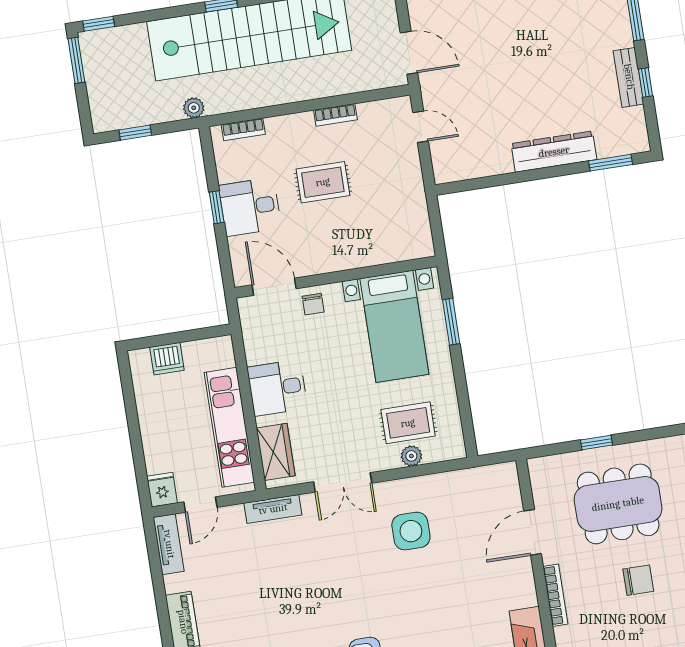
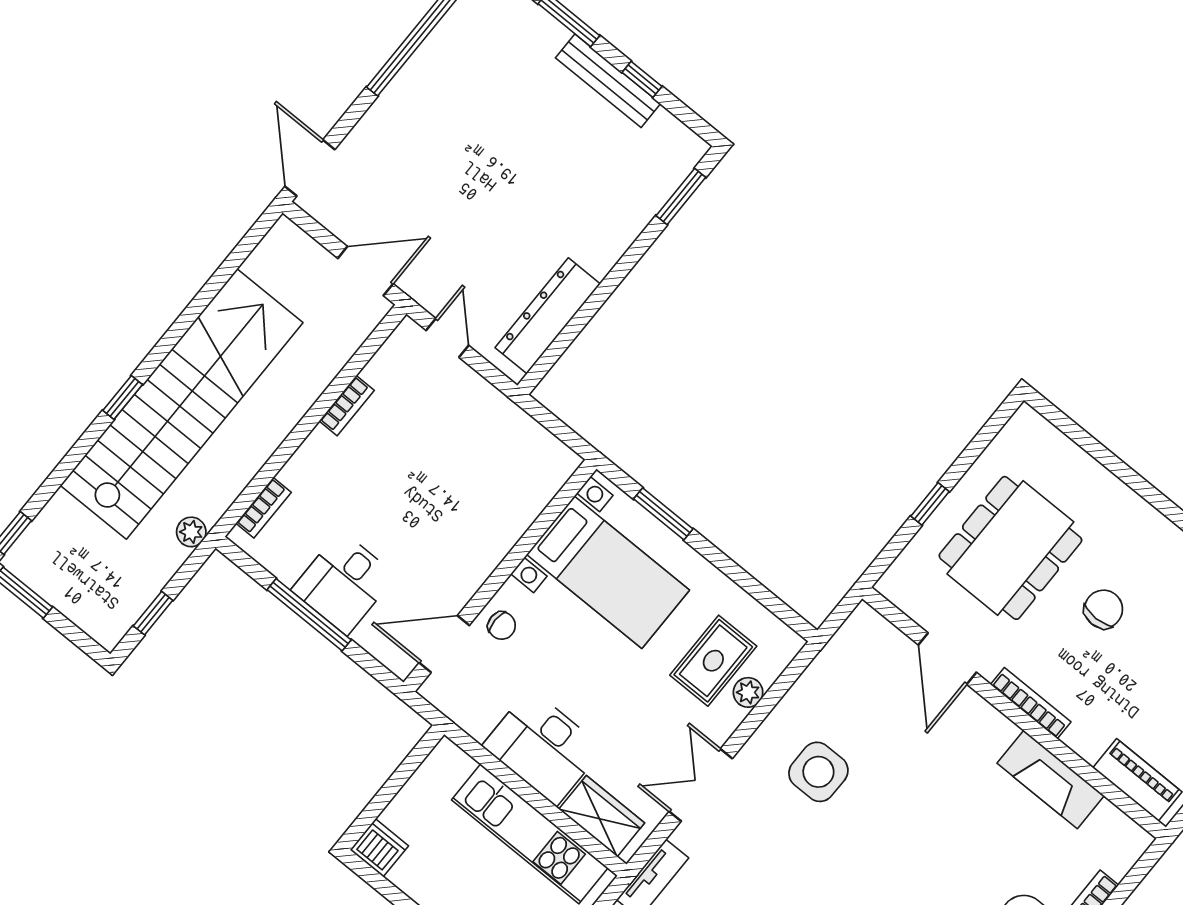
bench: (629, 77) -> (608, 81), width x1.36
door: (421, 127) -> (447, 338), hinge flipped
dresser: (554, 152) -> (548, 316), moved
rug: (323, 182) -> (397, 488), removed
window: (217, 207) -> (309, 615), width x2.17
dishwasher: (167, 359) -> (379, 848), moved, turned -90
desk: (277, 388) -> (543, 747), width x1.37
double door: (343, 482) -> (701, 785), swing flipped

